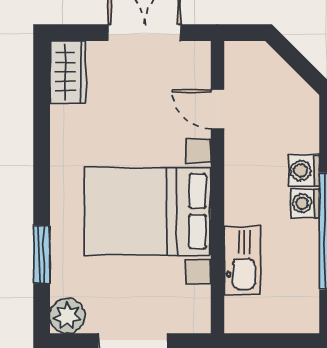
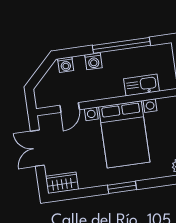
washing machine: (305, 203) -> (66, 65), moved
window: (42, 254) -> (122, 187), moved

